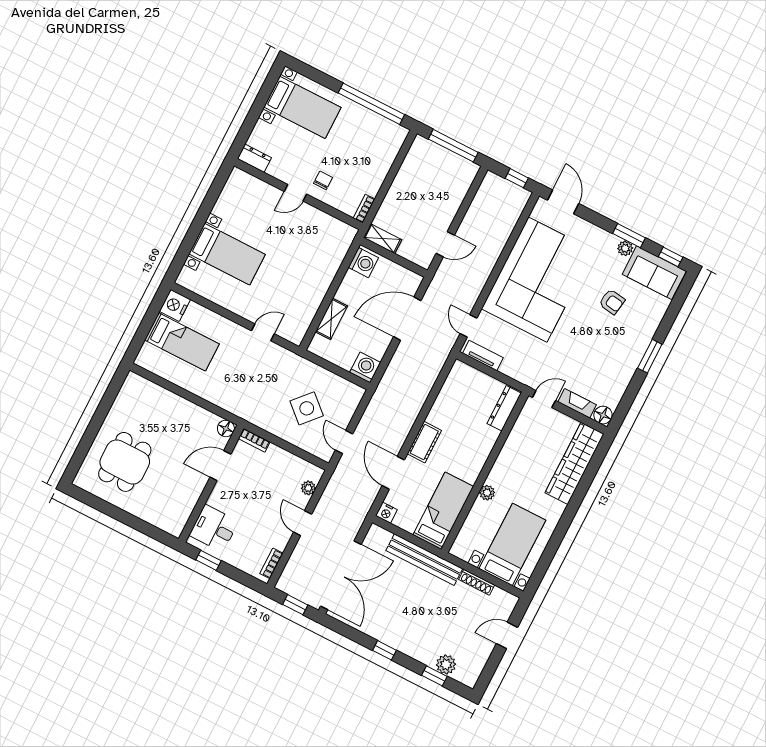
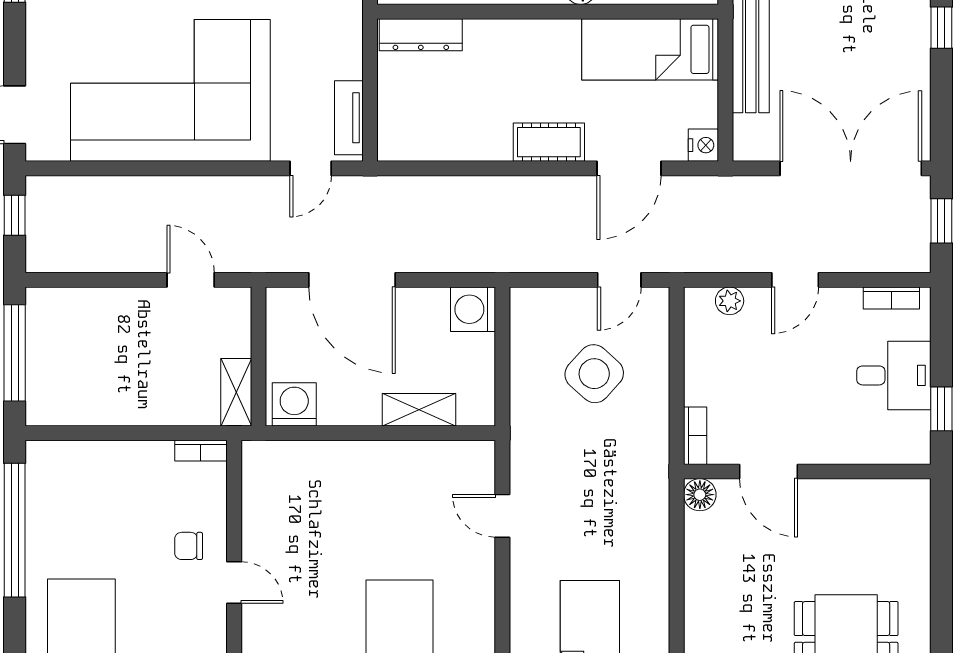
desk: (214, 528) -> (894, 375), moved, turned -90

